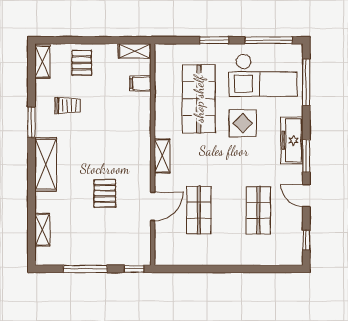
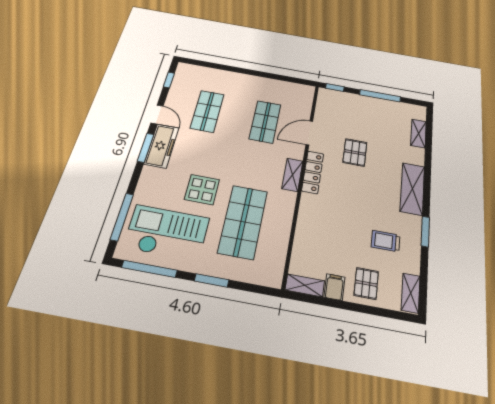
filing cabinet: (140, 83) -> (334, 287), moved, turned -90
freezer: (292, 140) -> (162, 146), moved
locker: (143, 163) -> (313, 172), added

